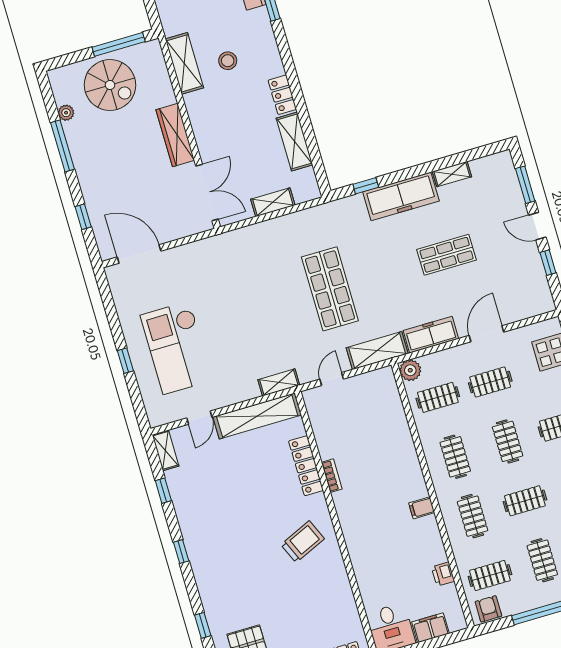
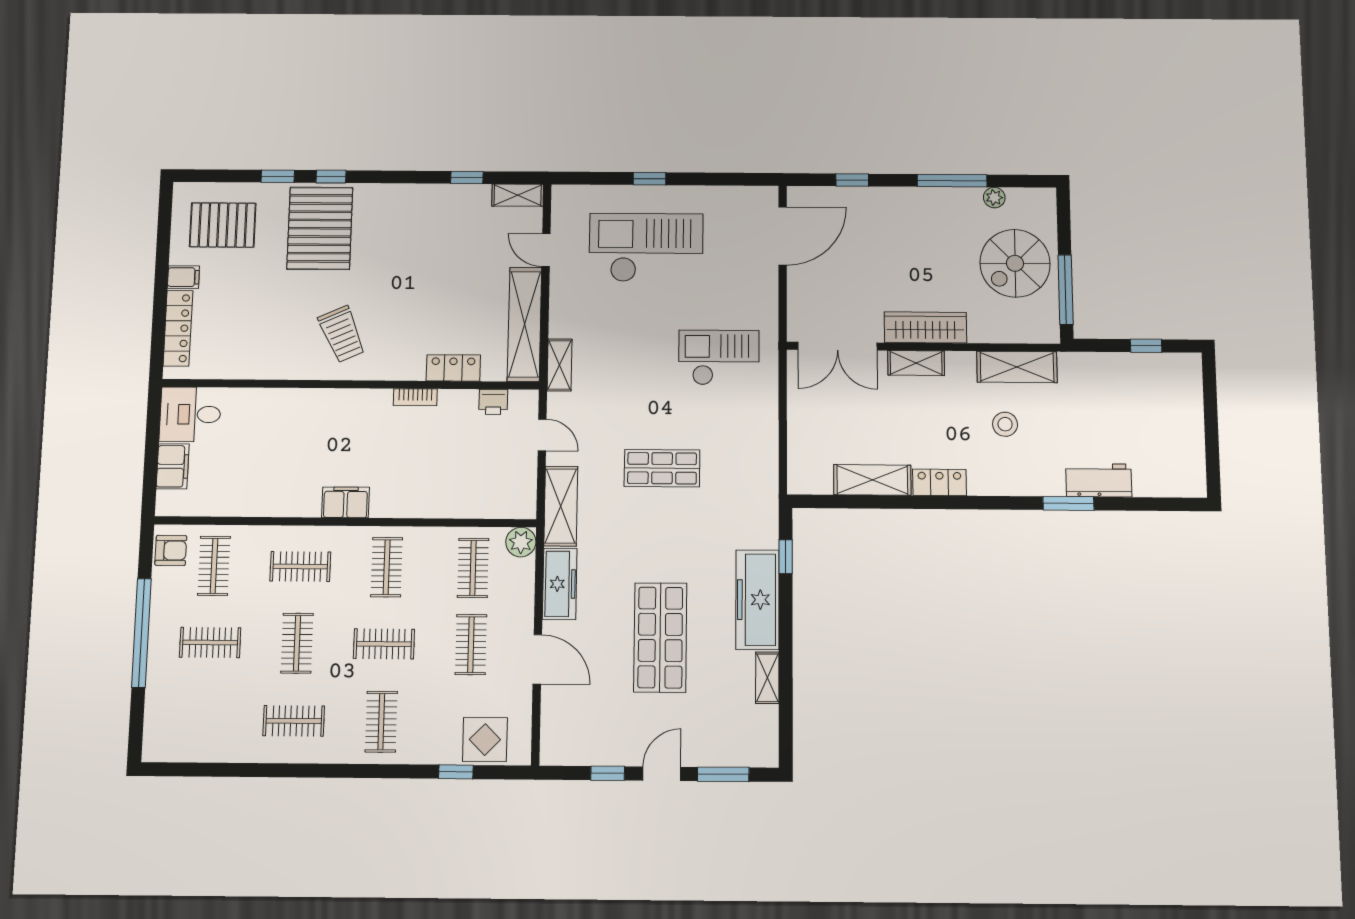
shelving: (273, 202) -> (916, 363), moved, turned 90
shop shelf: (447, 255) -> (660, 637), width x1.43, depth x1.36
checkout: (240, 273) -> (719, 358), added
shop shelf: (330, 289) -> (662, 468), width x0.70, depth x0.74
clothes rail: (455, 457) -> (387, 567), turned 90
locker: (306, 466) -> (453, 368), width x0.66
filing cabinet: (422, 508) -> (346, 502), width x2.00
window: (181, 552) -> (331, 177), moved
printer: (443, 574) -> (493, 402), moved, turned 180
pallet: (232, 583) -> (320, 228), added

